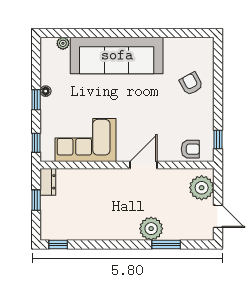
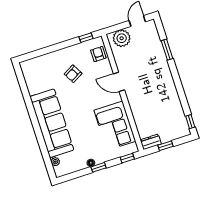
armchair: (191, 84) -> (73, 74), moved
plant: (151, 229) -> (160, 63), removed

